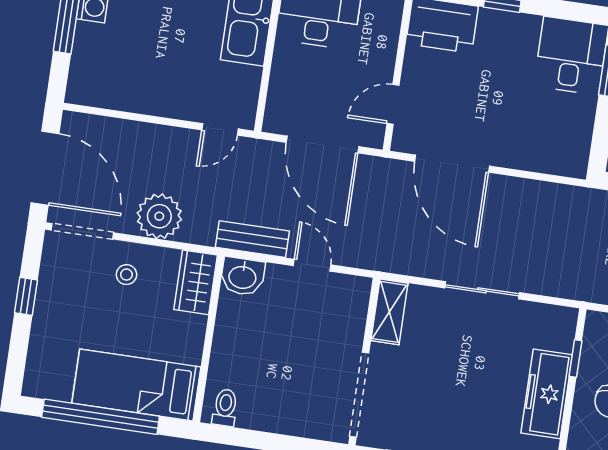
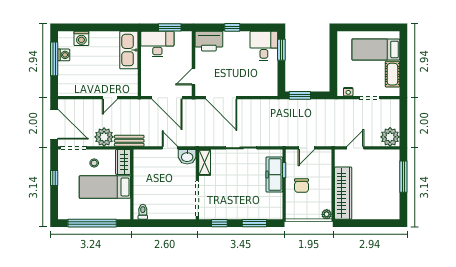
door: (220, 129) -> (110, 98), moved
bench: (252, 239) -> (129, 141), moved
washbasin: (243, 276) -> (187, 157), moved
bed: (136, 385) -> (105, 187), moved
freezer: (547, 394) -> (274, 175), moved

